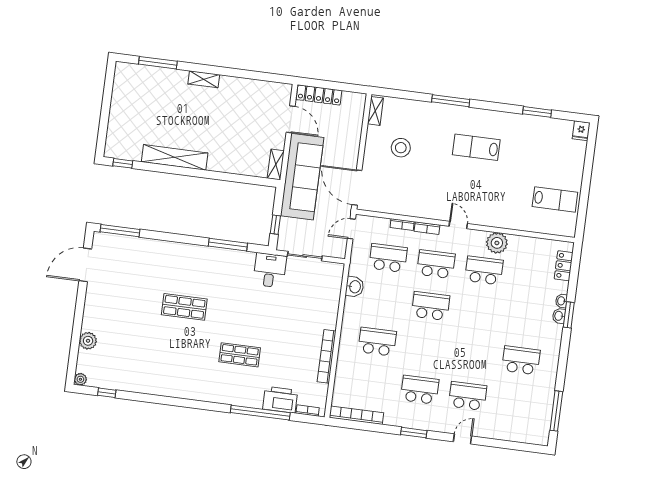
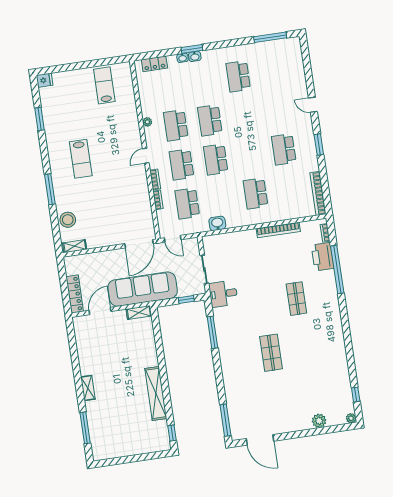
stool: (401, 148) -> (68, 220), moved
plant: (497, 243) -> (147, 122), width x0.53, depth x0.53
school desk: (468, 396) -> (210, 120), moved

